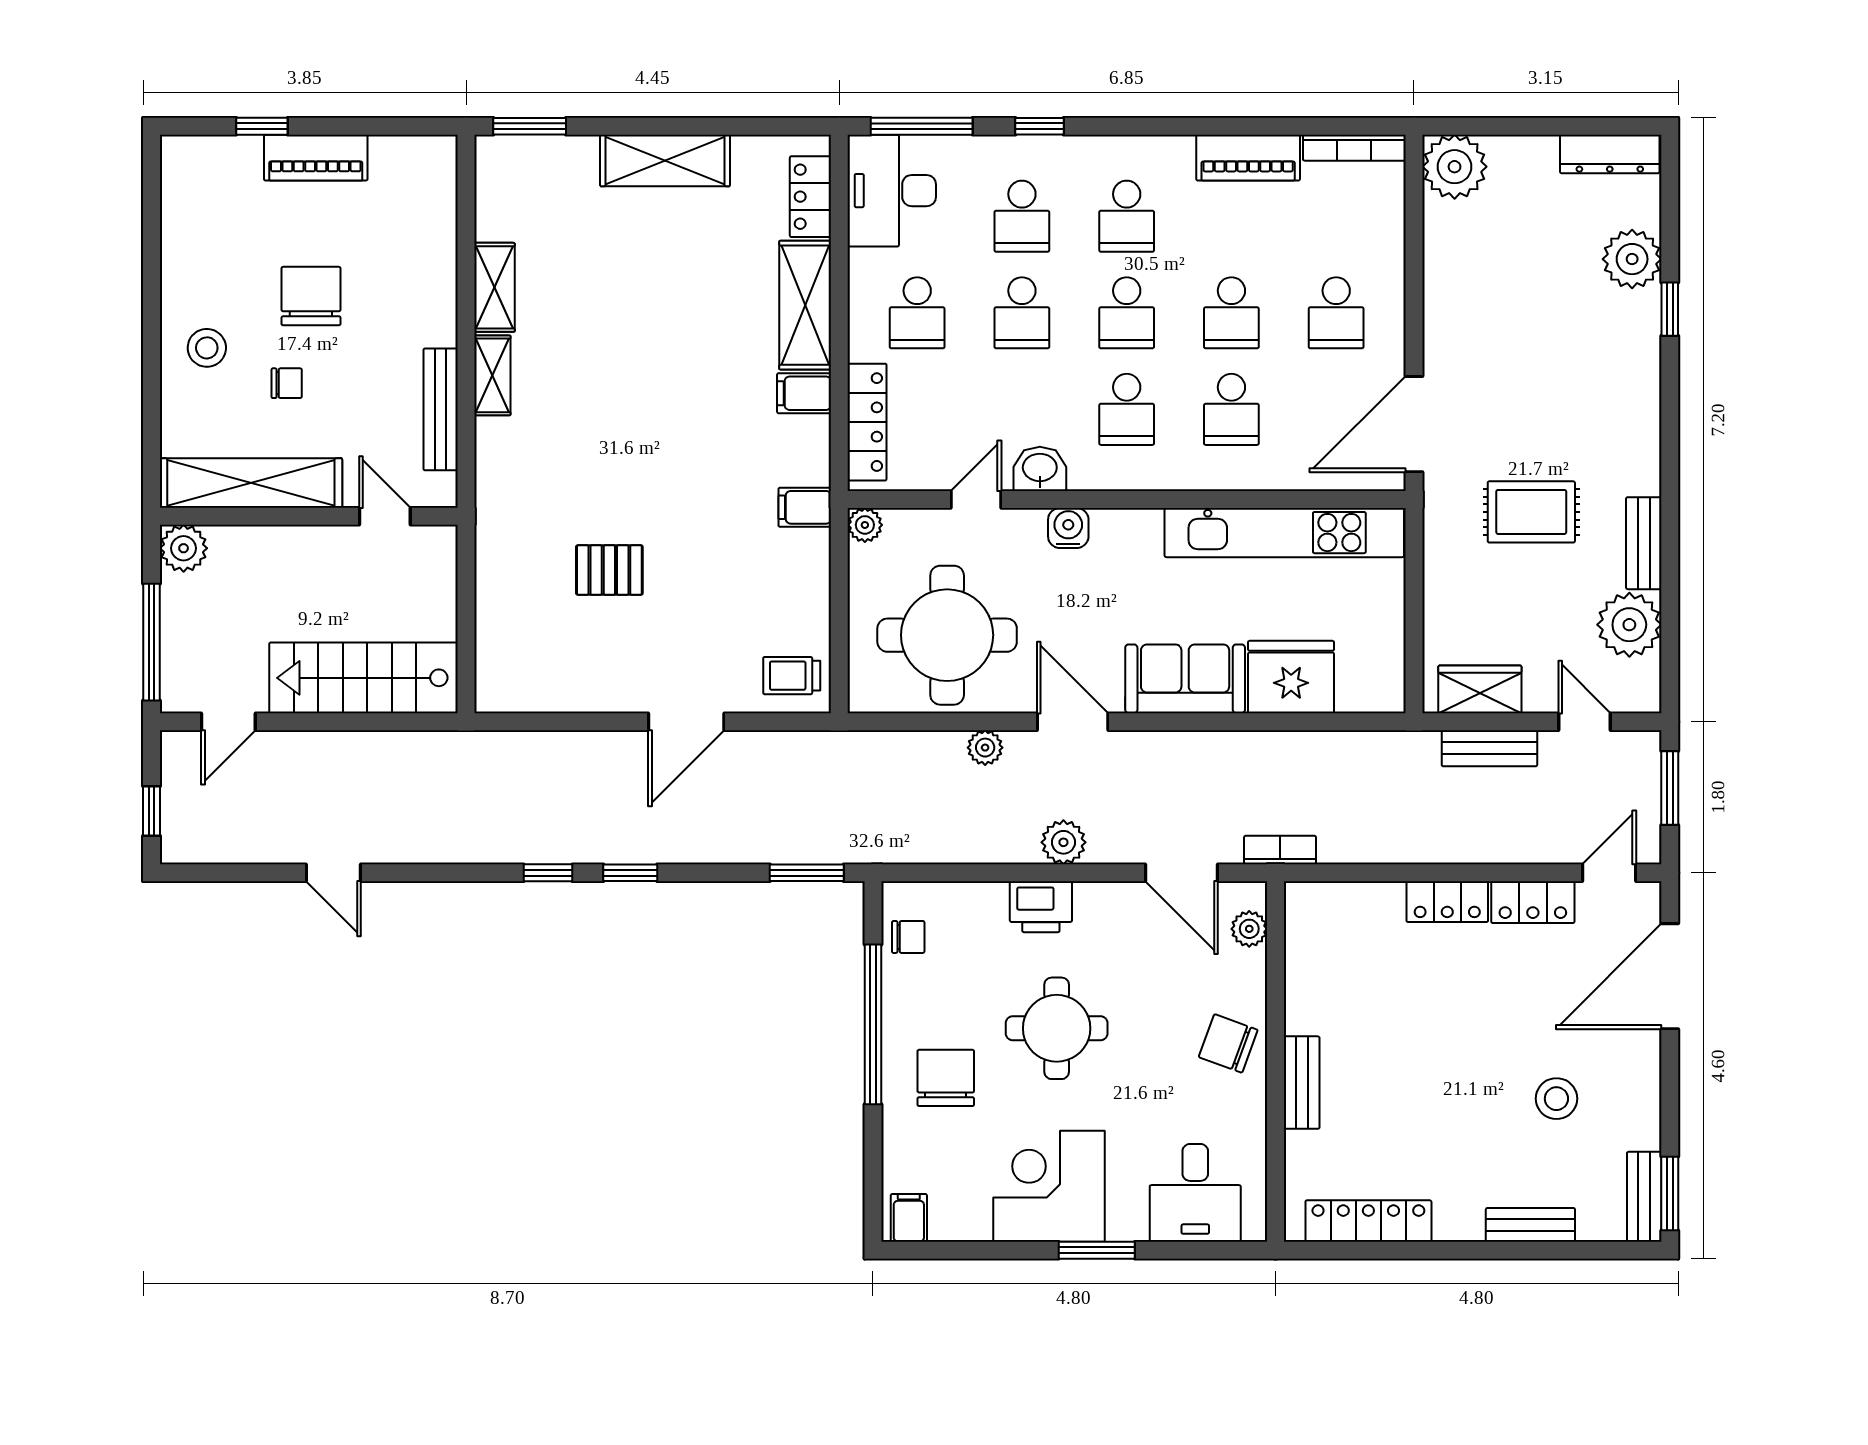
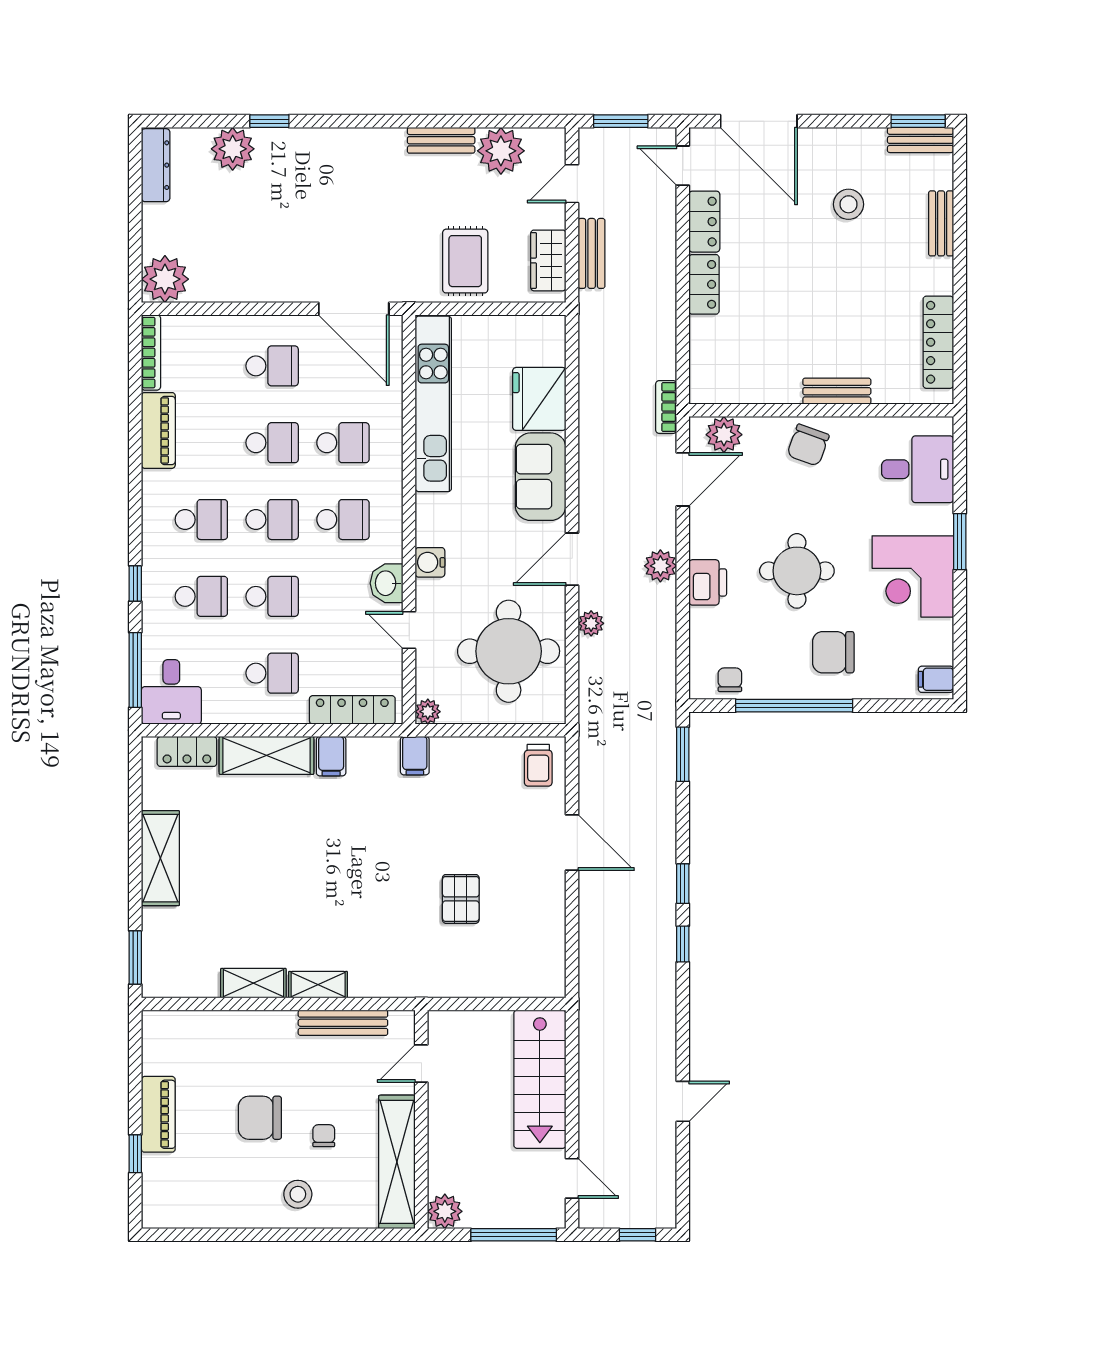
desk: (892, 191) -> (171, 692), width x0.73
rug: (1531, 512) -> (465, 261), moved
plant: (1249, 929) -> (724, 435), width x1.38, depth x1.38

